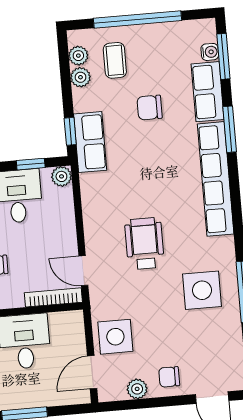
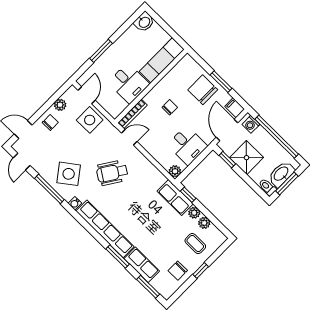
window: (138, 19) -> (201, 271), width x0.32
water cooler: (210, 52) -> (75, 203), moved
plant: (78, 56) -> (194, 213), moved
chair: (150, 108) -> (178, 271), moved, turned 180
window: (31, 164) -> (193, 165), removed
wheelchair: (144, 244) -> (112, 173), turned 123
side table: (202, 290) -> (69, 174), turned -37

